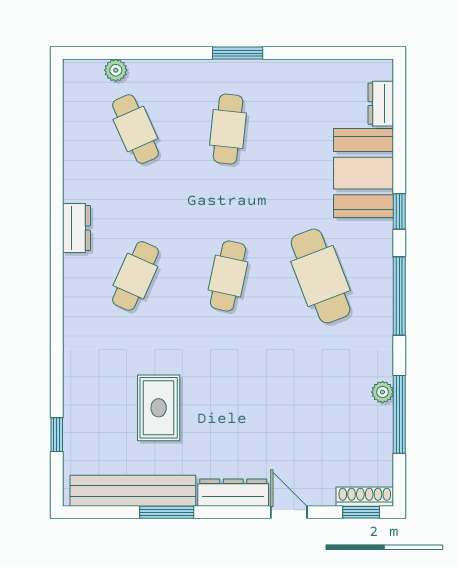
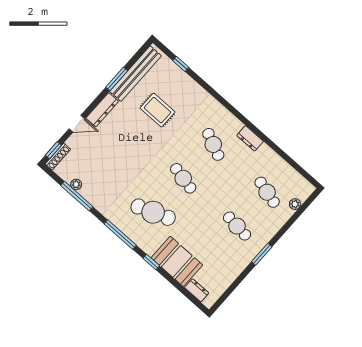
cafe table: (135, 129) -> (267, 192), turned 39
plant: (382, 392) -> (76, 184), moved

